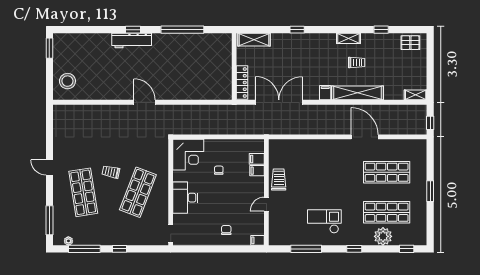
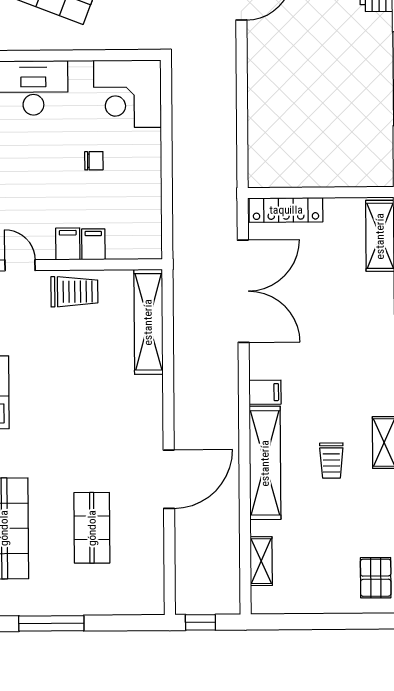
shelving: (416, 95) -> (261, 561), moved
shelving: (293, 146) -> (148, 322), added
filing cabinet: (257, 159) -> (68, 244), moved
shop shelf: (387, 172) -> (92, 528), width x0.70, depth x0.74
window: (430, 191) -> (51, 623), width x1.44

